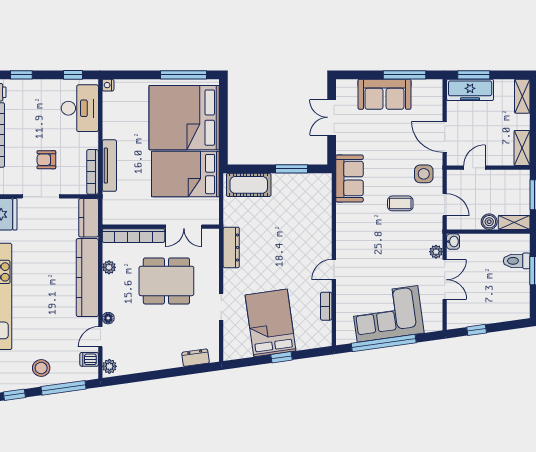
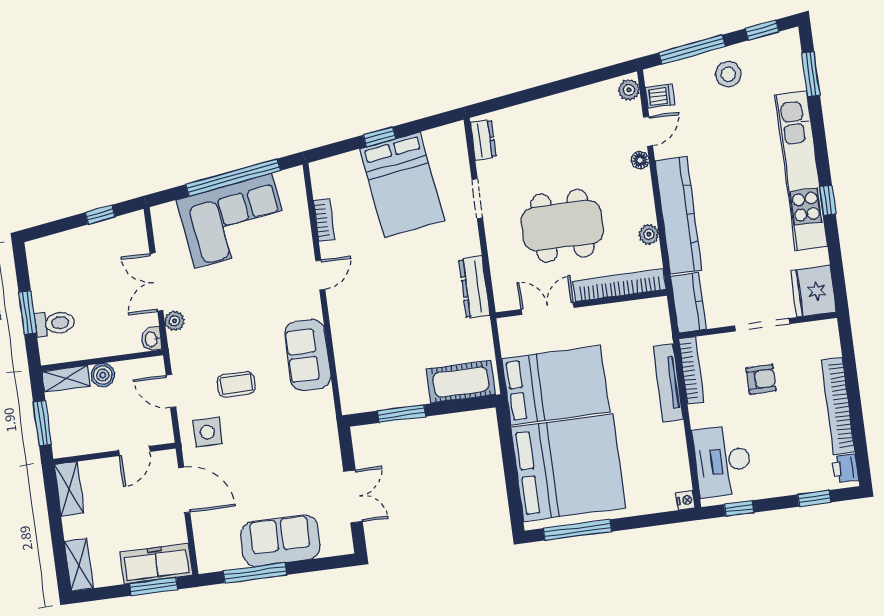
sofa: (349, 178) -> (308, 355), moved
dresser: (196, 358) -> (483, 140), moved, turned -82

